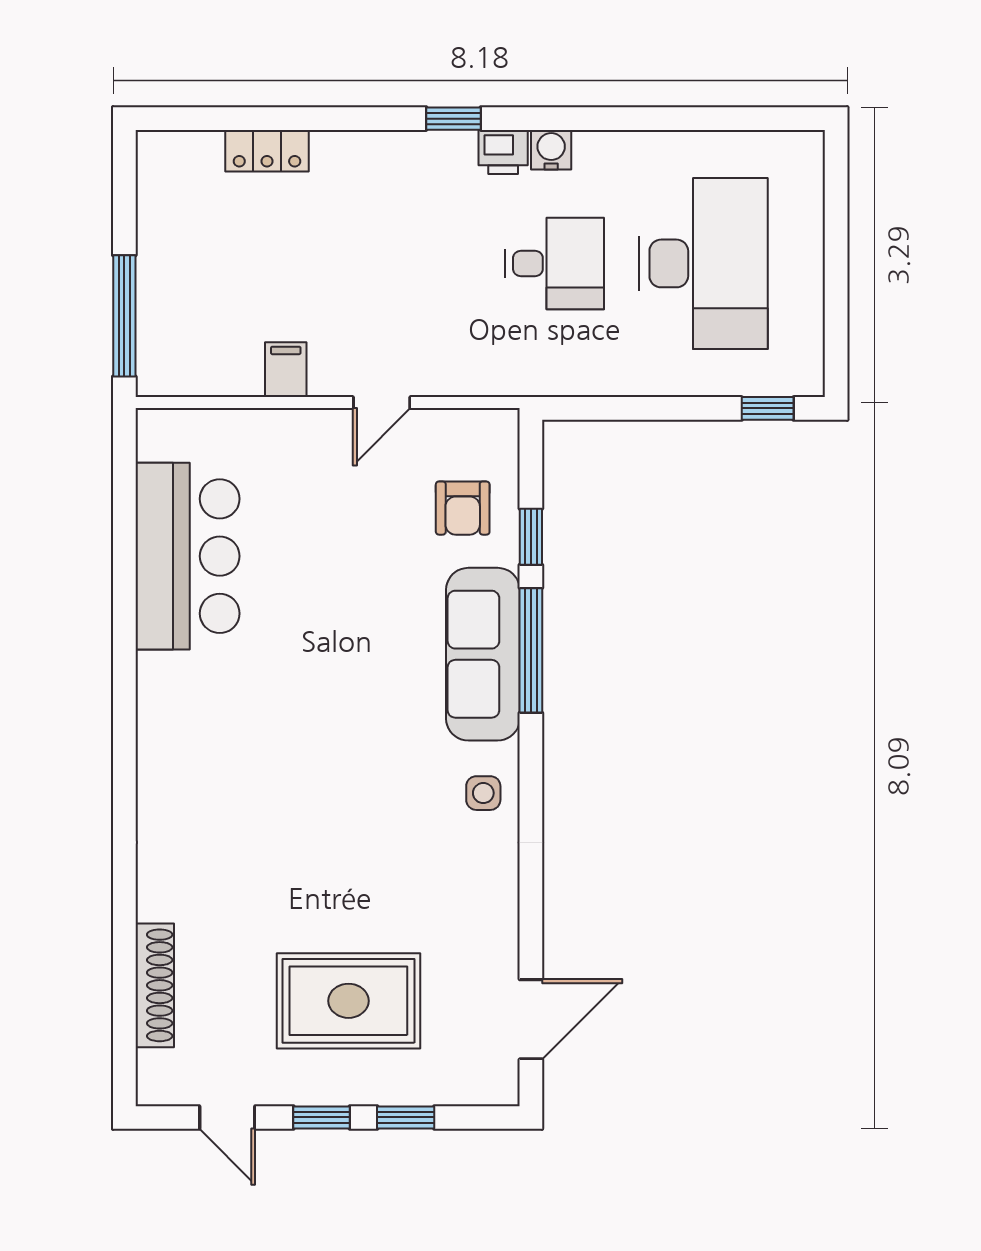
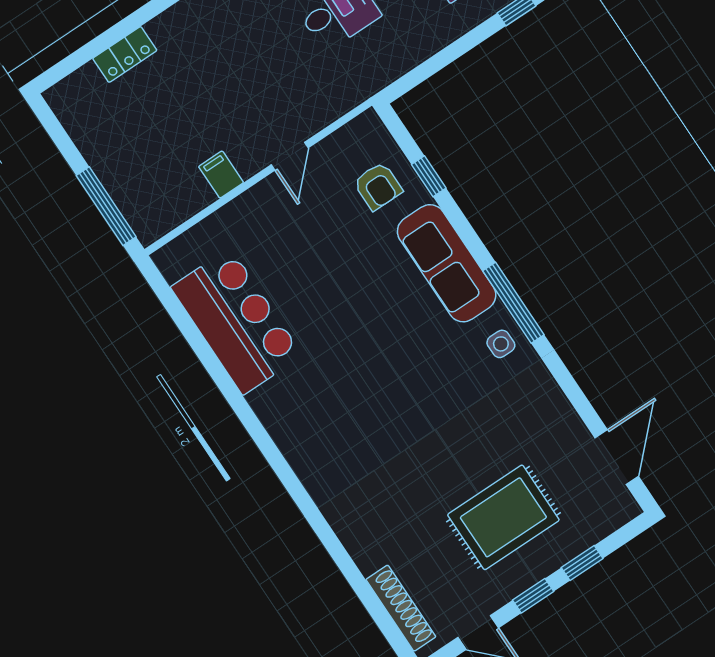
window: (531, 650) -> (513, 303), moved
shoe rack: (155, 985) -> (401, 608), moved

